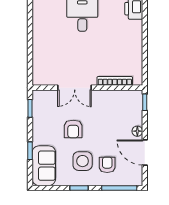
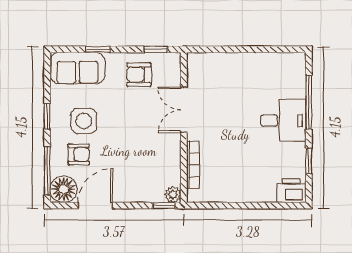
plant: (137, 96) -> (173, 195), added
armchair: (73, 129) -> (139, 75), moved
floor lamp: (137, 131) -> (64, 189), moved, width x1.89, depth x1.89

